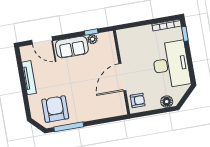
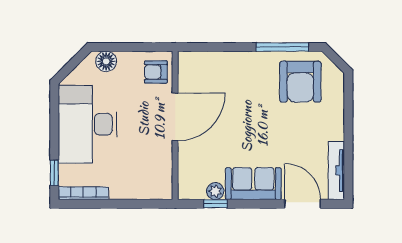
tv unit: (29, 78) -> (336, 170), moved

